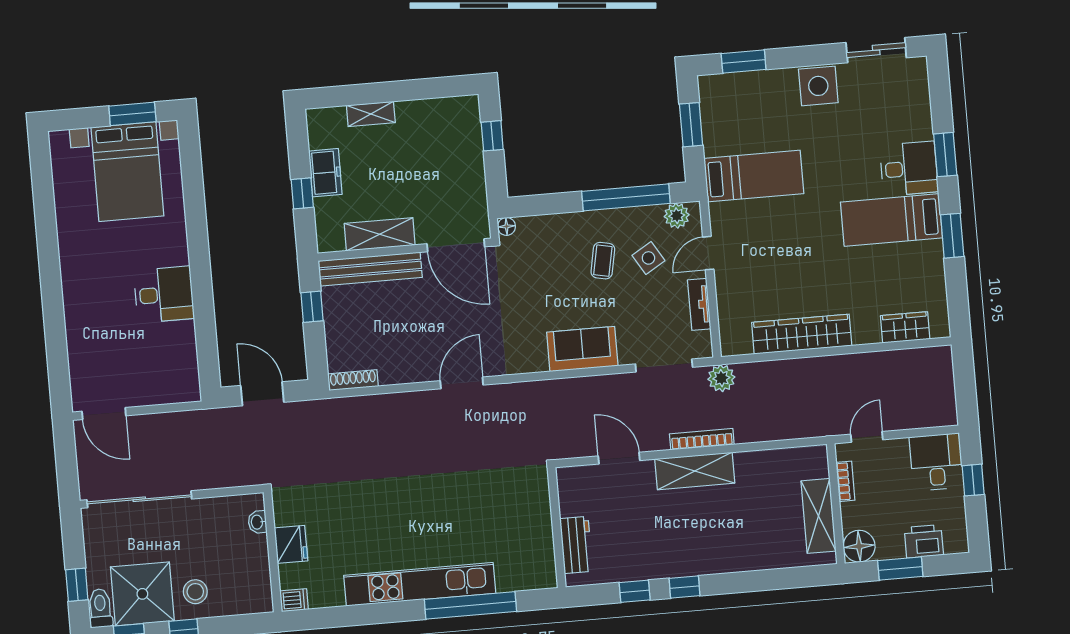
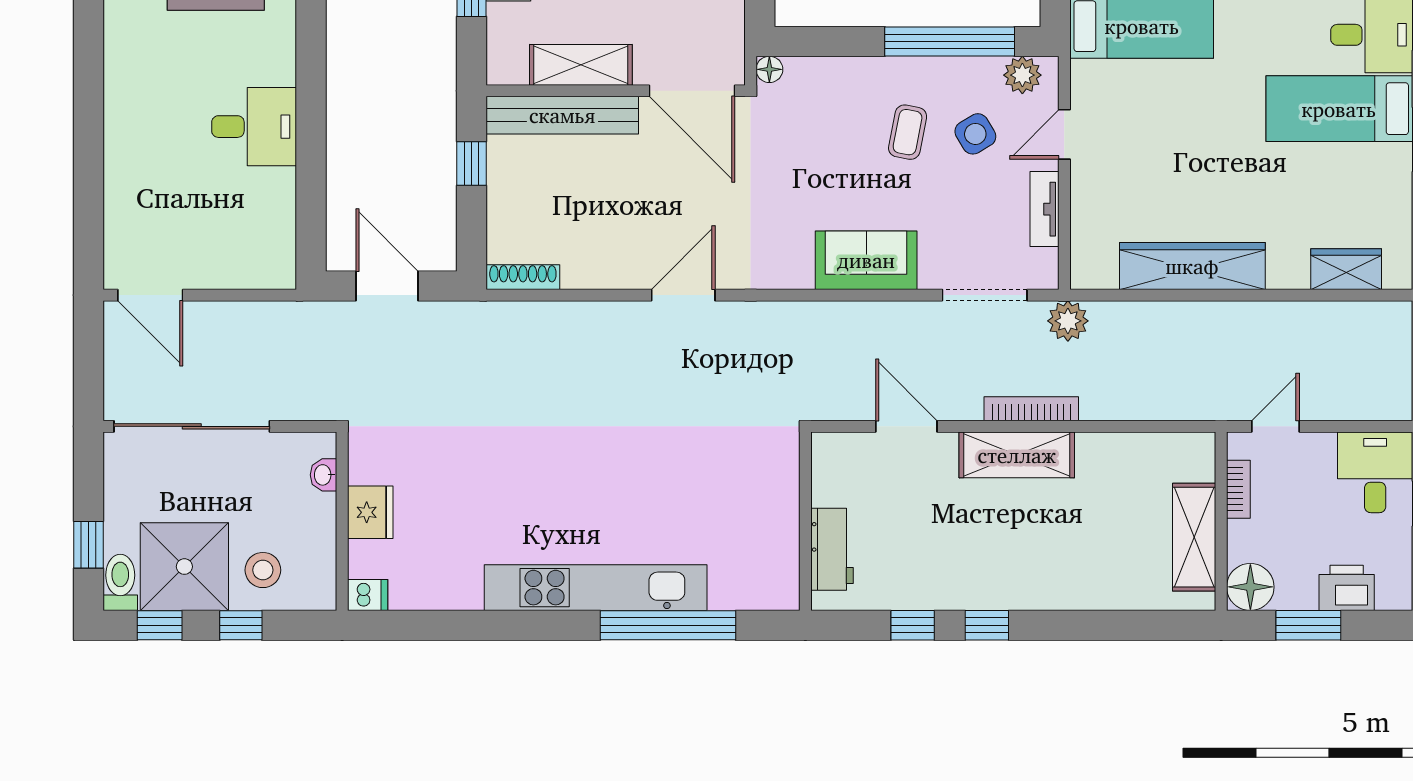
washbasin: (257, 522) -> (323, 475), moved
fridge: (291, 544) -> (370, 512), moved
wall: (273, 552) -> (342, 521), moved
dishwasher: (294, 600) -> (368, 595), moved

